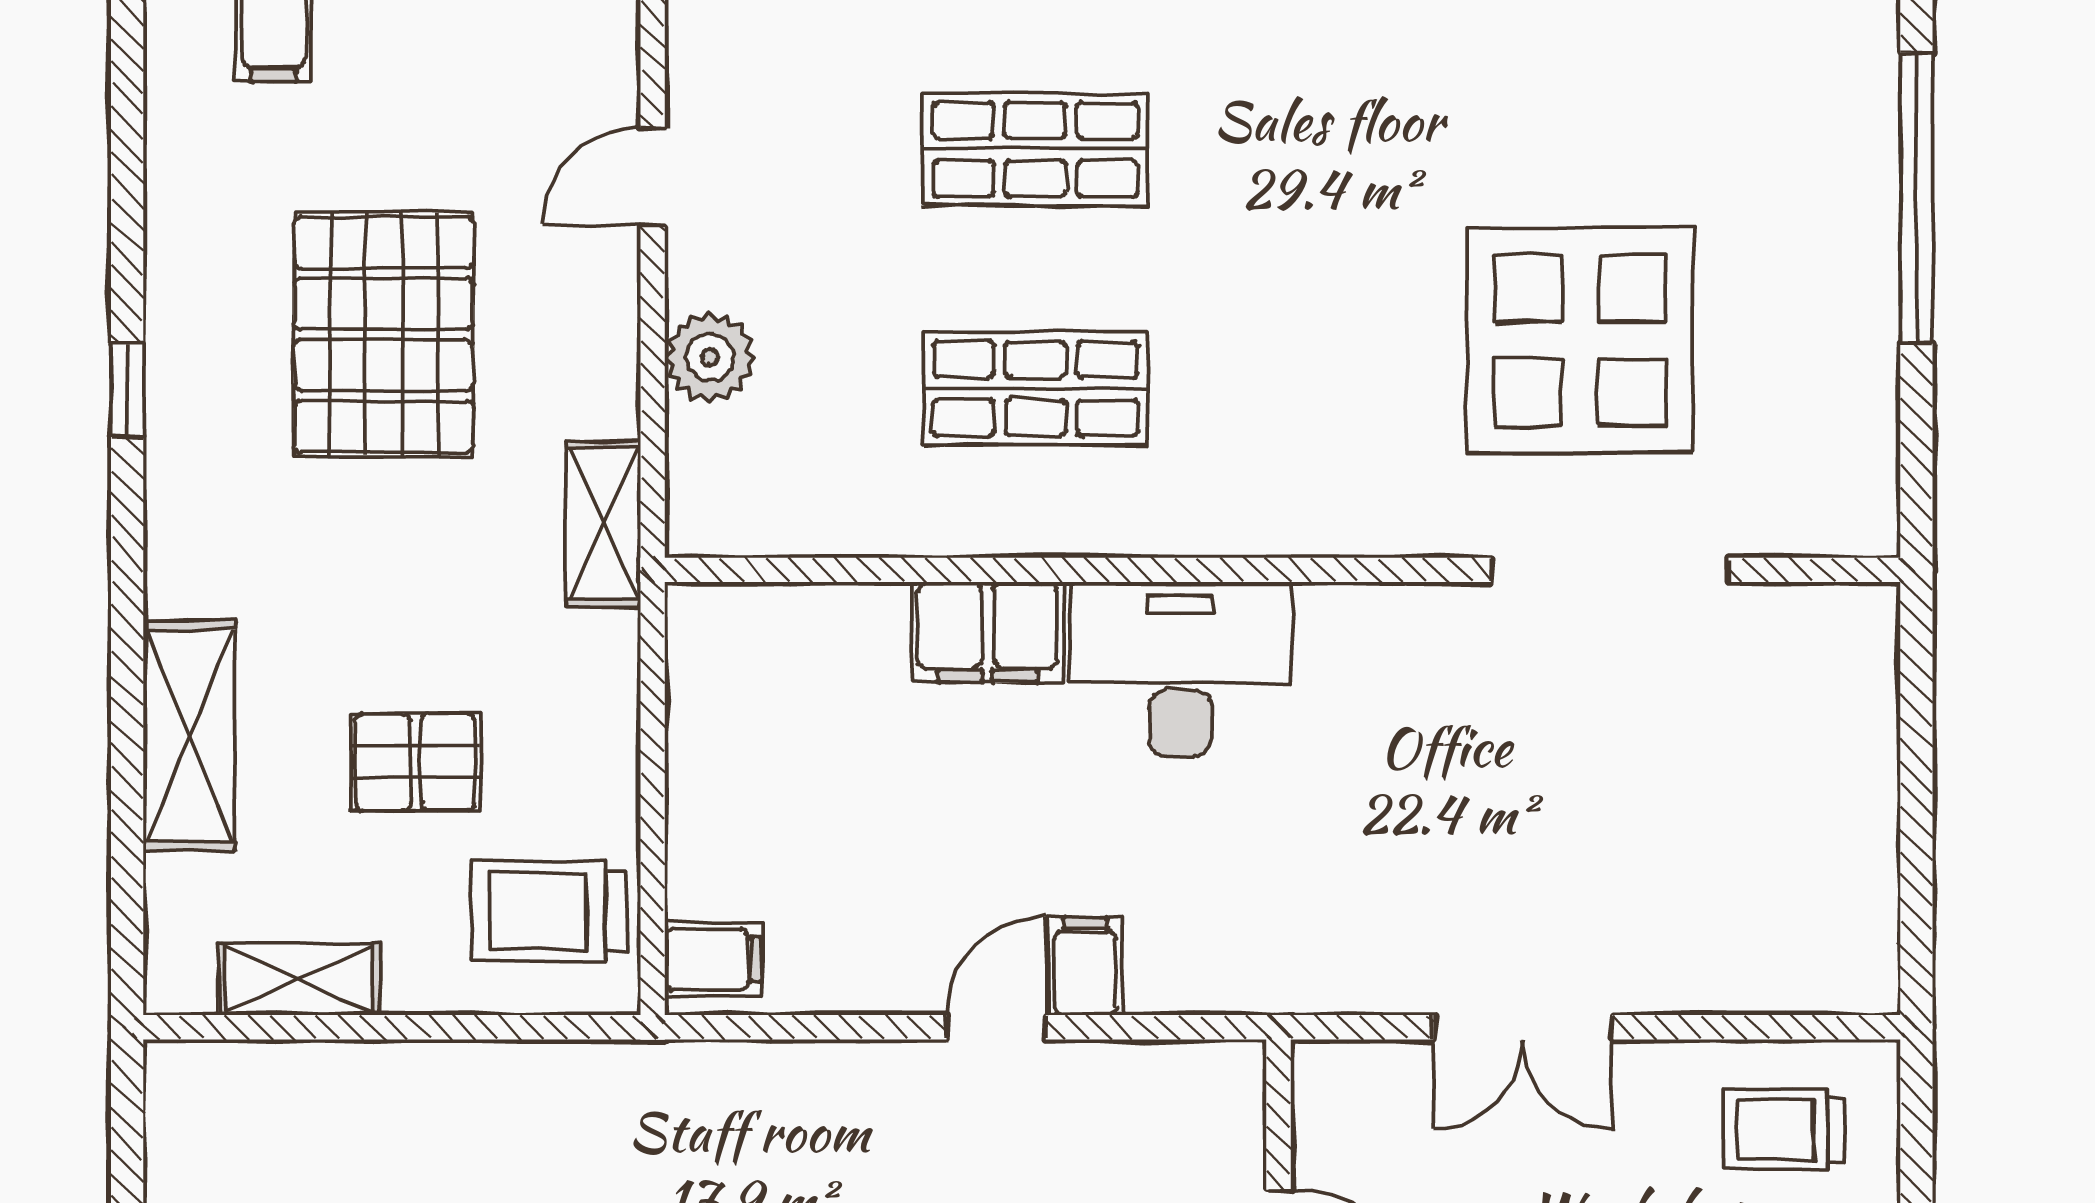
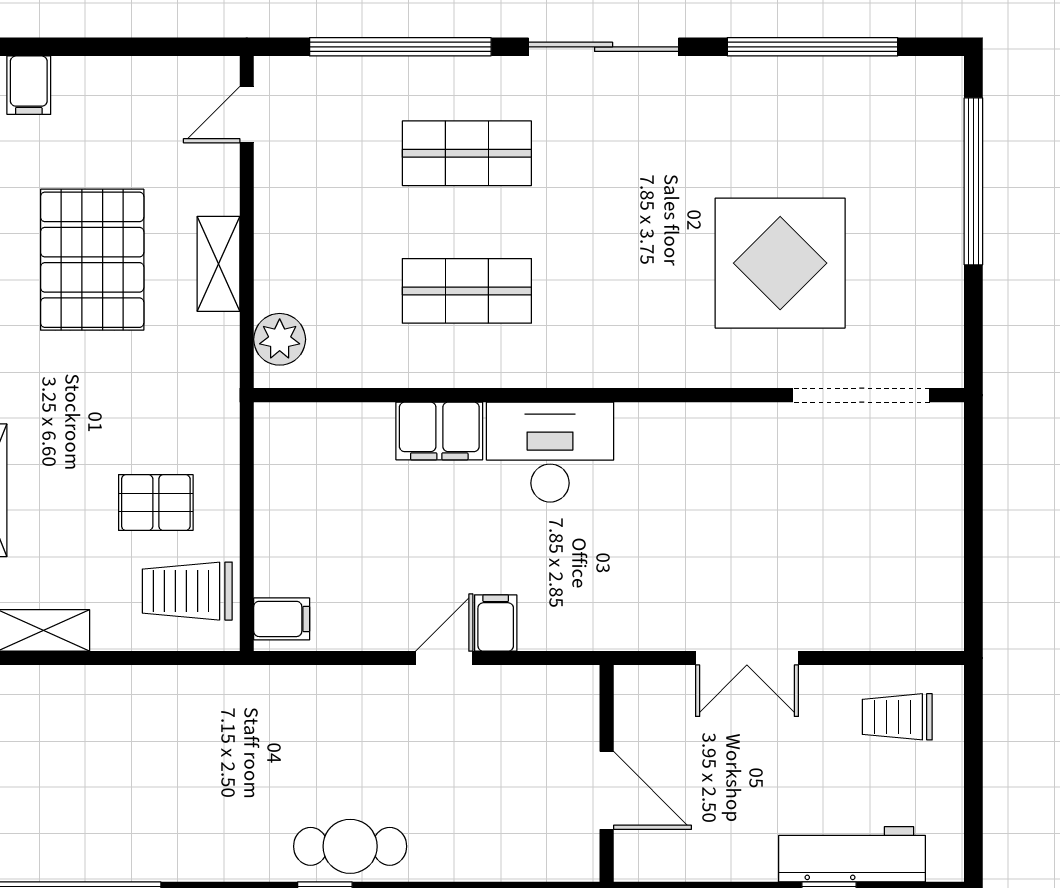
door: (653, 176) -> (247, 115), moved
plant: (710, 357) -> (280, 339), moved
shelving: (603, 524) -> (219, 264), moved
doorway: (1610, 570) -> (861, 395), moved
pallet: (415, 762) -> (156, 503), moved

